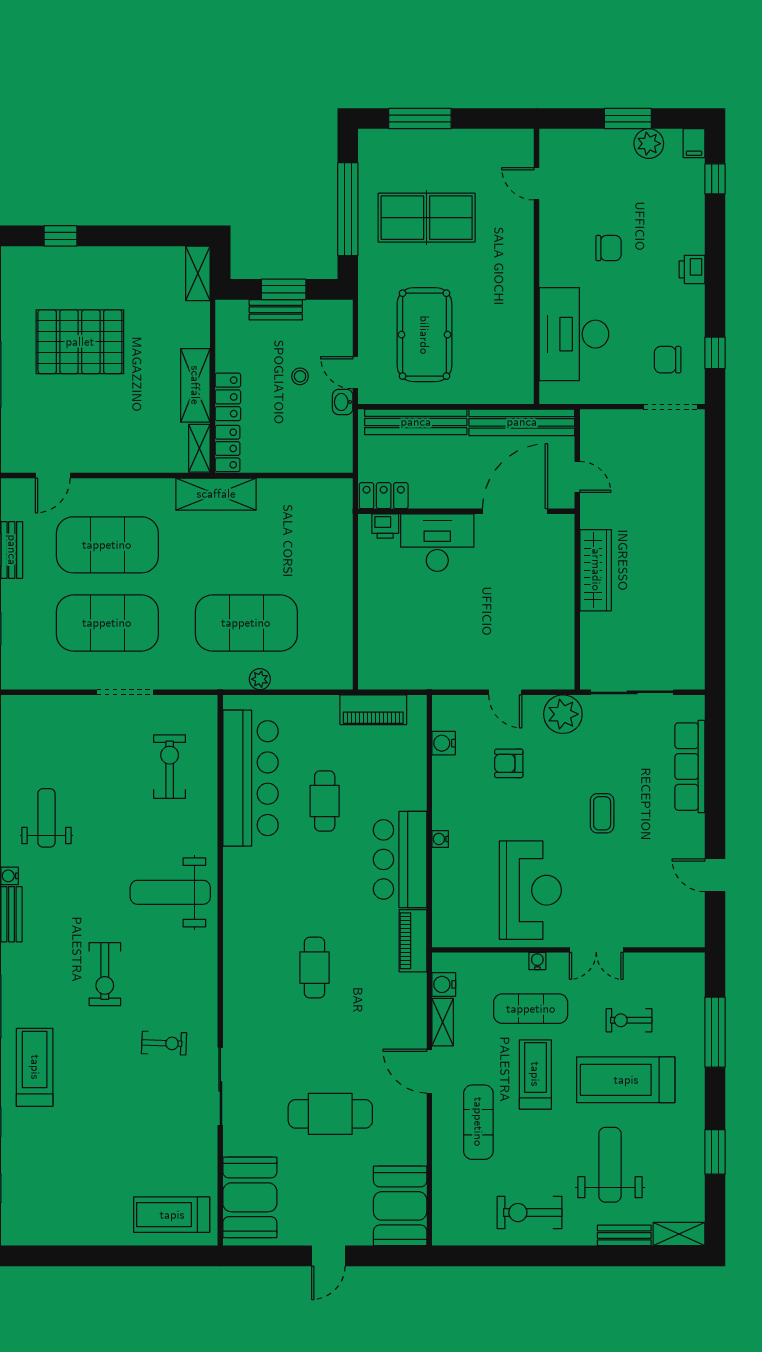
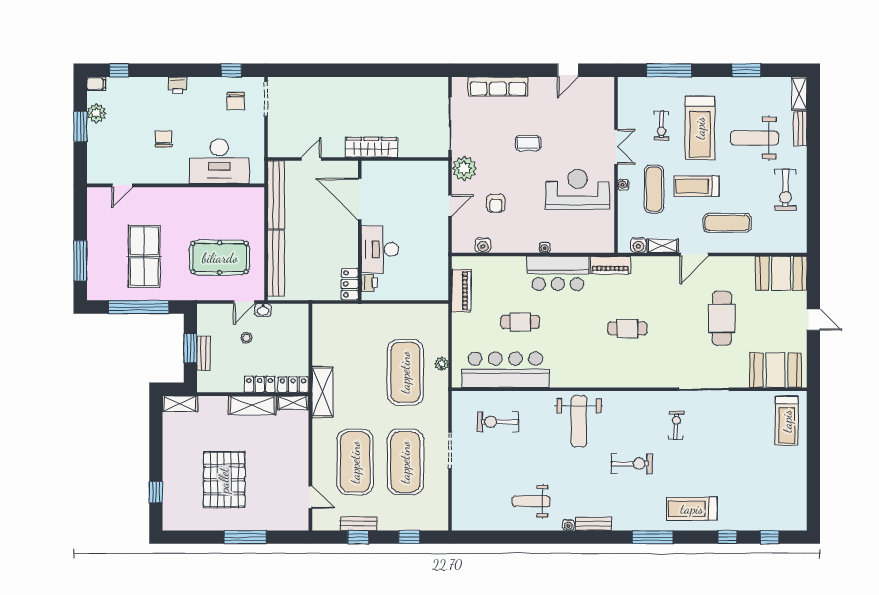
locker: (384, 496) -> (350, 284), moved
wall: (466, 511) -> (360, 231), moved
door: (515, 511) -> (360, 199), moved
printer: (385, 526) -> (369, 283), moved
desk: (437, 543) -> (380, 249), moved

